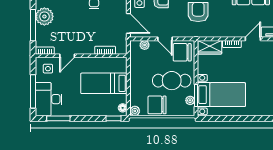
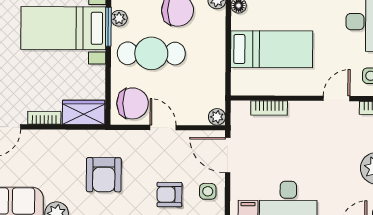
plant: (145, 45) -> (217, 117), moved

